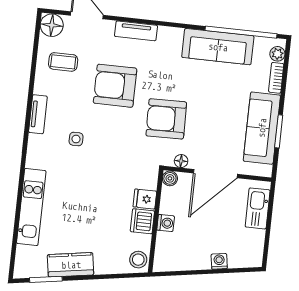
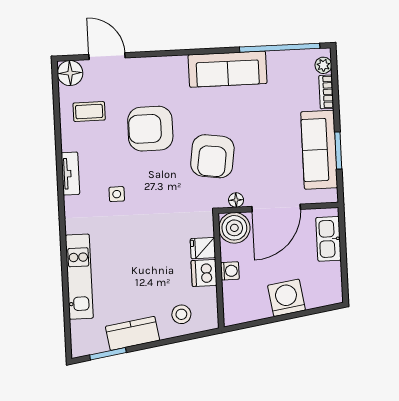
tv unit: (136, 31) -> (164, 65), removed
sofa: (218, 47) -> (228, 69), moved
armchair: (166, 119) -> (212, 156), turned -81
boiler: (170, 178) -> (234, 228), width x1.86, depth x1.86
stool: (138, 260) -> (181, 314), moved
washing machine: (219, 261) -> (286, 298), width x1.89, depth x1.89

